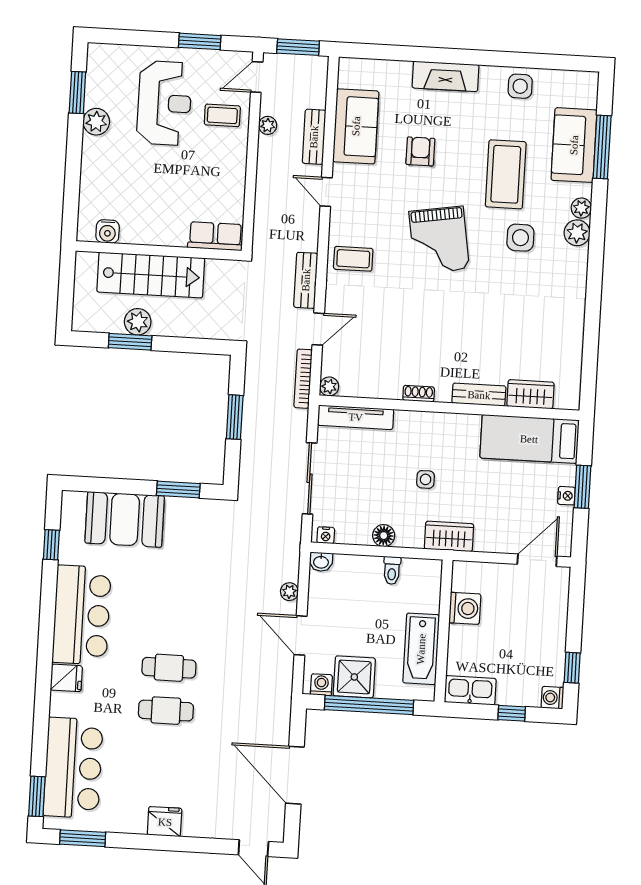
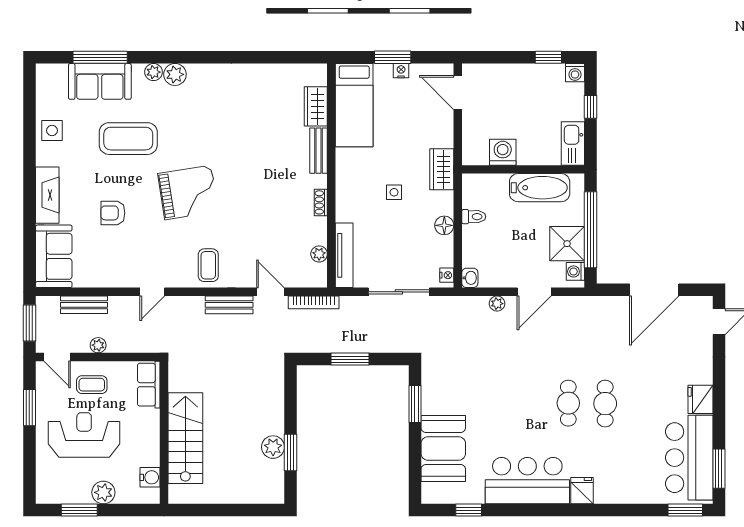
coffee table: (222, 115) -> (92, 385), turned 90
sofa: (356, 126) -> (54, 256), moved, turned 90
bench: (314, 137) -> (84, 305), moved
water cooler: (108, 231) -> (150, 477), moved
row of seats: (215, 236) -> (149, 385), moved
side table: (520, 238) -> (182, 123), removed
wall: (159, 251) -> (164, 433), moved
stairs: (151, 275) -> (185, 438), moved
plant: (329, 386) -> (319, 254), moved
bar counter: (73, 768) -> (689, 458), moved, turned -90

